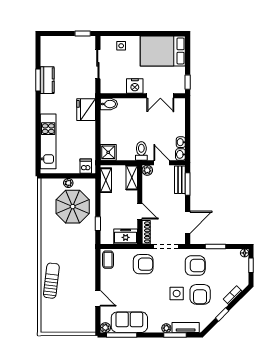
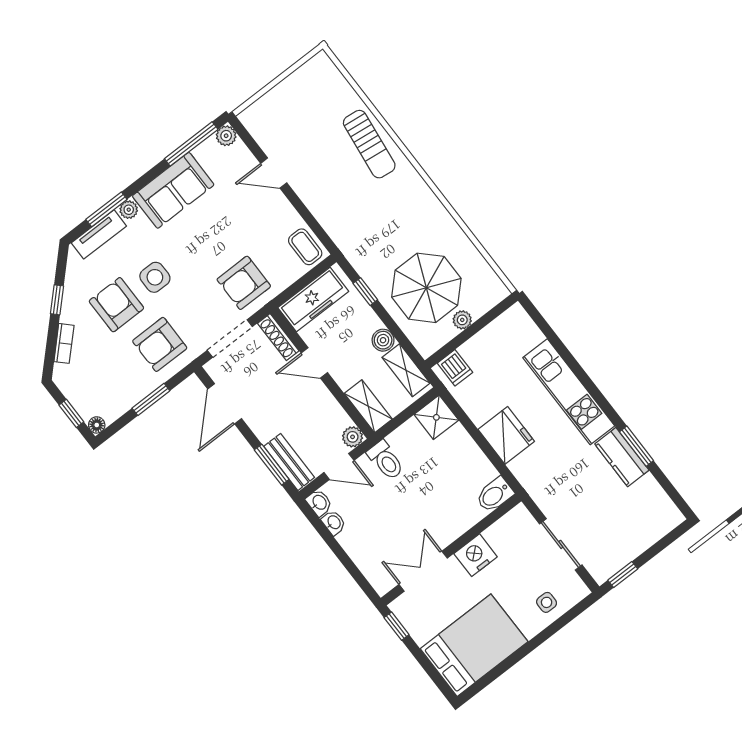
fridge: (86, 110) -> (506, 435), moved
kitchen unit: (48, 141) -> (569, 392), moved
boiler: (106, 199) -> (383, 340), added
freezer: (126, 236) -> (313, 299), width x1.40
sofa: (129, 322) -> (173, 190), moved

